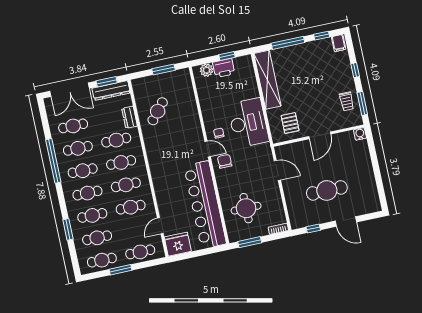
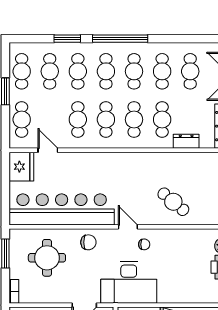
cafe table: (158, 111) -> (173, 202), moved
desk: (248, 123) -> (129, 282), moved
door: (208, 149) -> (128, 227), swing flipped
window: (53, 161) -> (120, 39), moved
chair: (225, 161) -> (88, 242), moved

